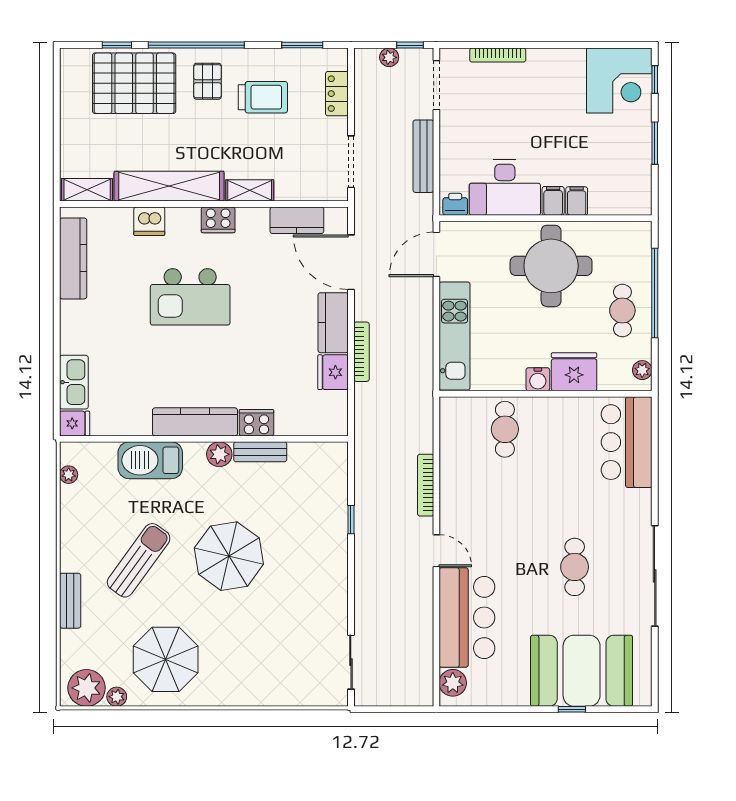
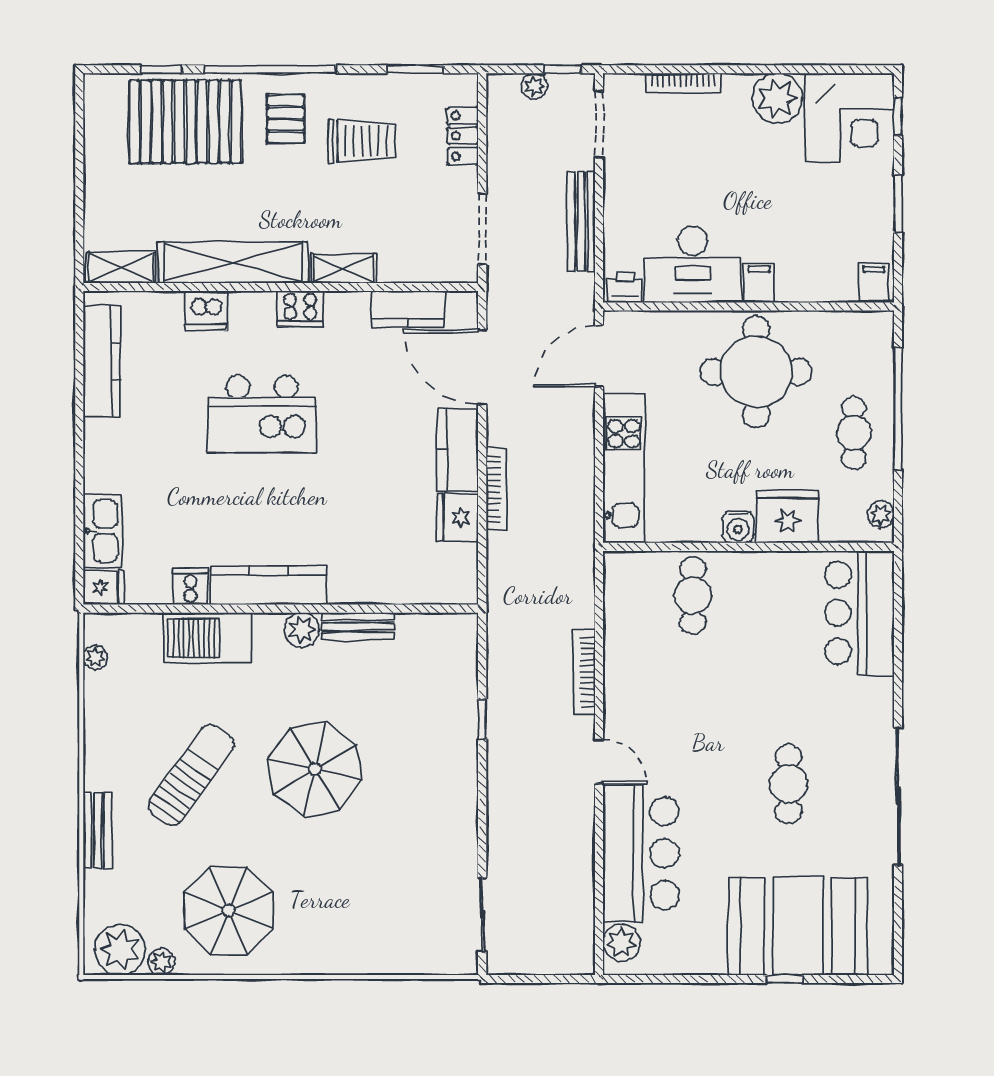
plant: (566, 66) -> (777, 98), added
filing cabinet: (577, 201) -> (874, 283), moved
cooker: (256, 423) -> (191, 587), moved, width x0.73

